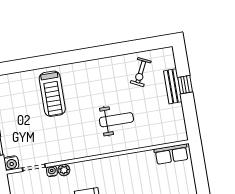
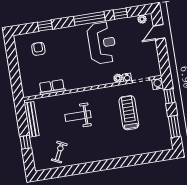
bench: (173, 86) -> (32, 119), moved, width x1.36
treadmill: (52, 94) -> (129, 113), moved
row of seats: (171, 154) -> (52, 87), moved

